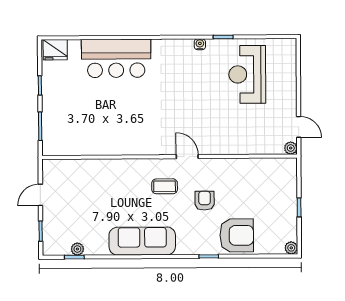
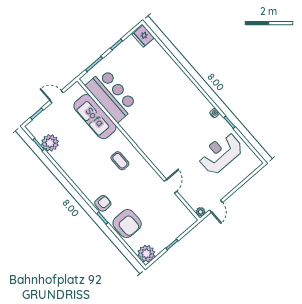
bar counter: (116, 58) -> (111, 95), moved, turned 180
door: (187, 157) -> (170, 186), moved
armchair: (205, 201) -> (103, 203), moved
sofa: (142, 241) -> (95, 117), moved, turned 180
plant: (291, 248) -> (146, 254), width x1.88, depth x1.88
plant: (77, 249) -> (50, 143), width x1.87, depth x1.87

